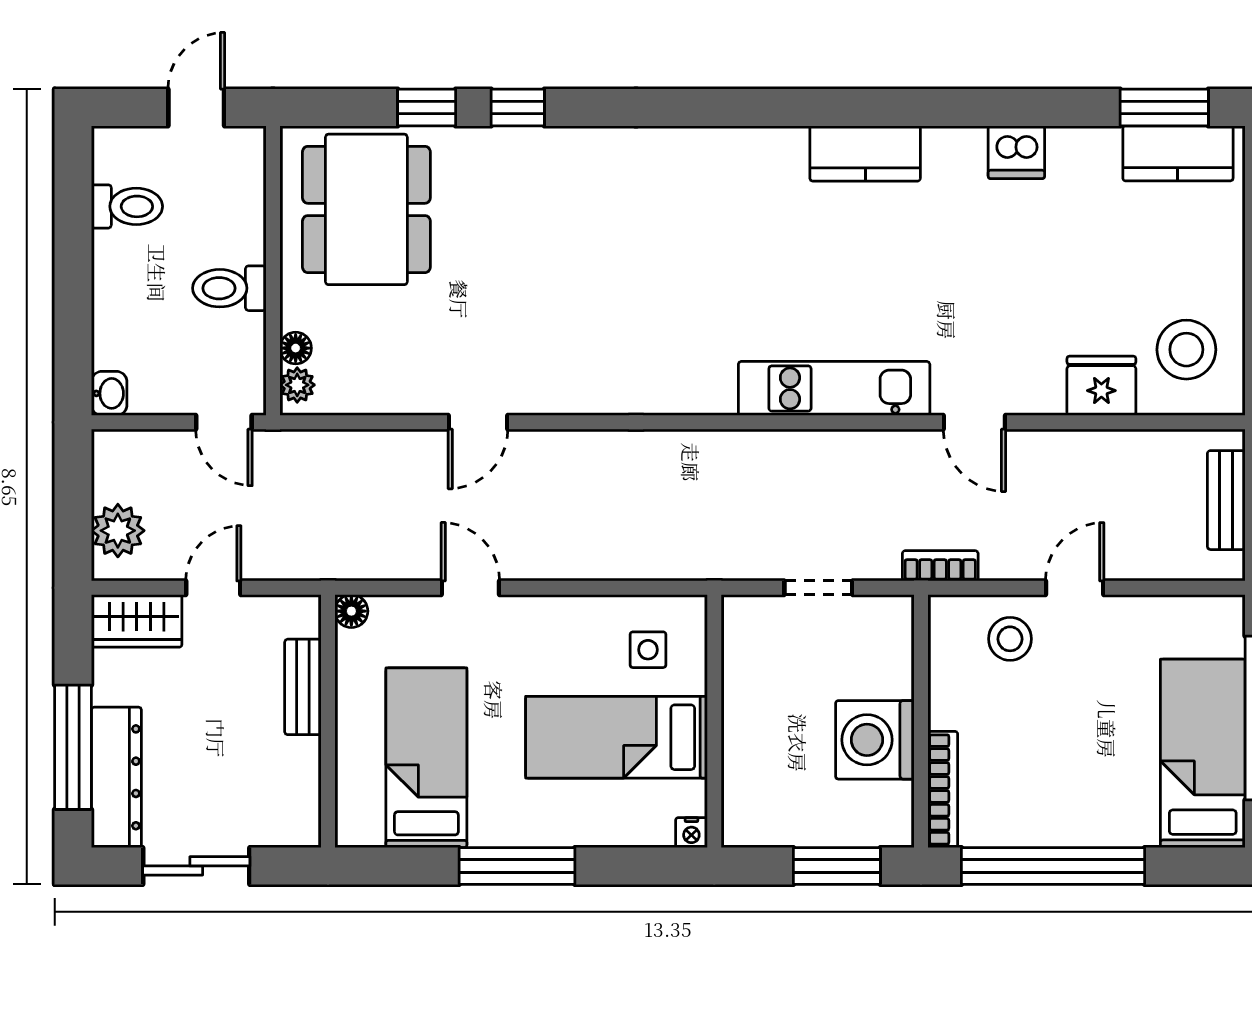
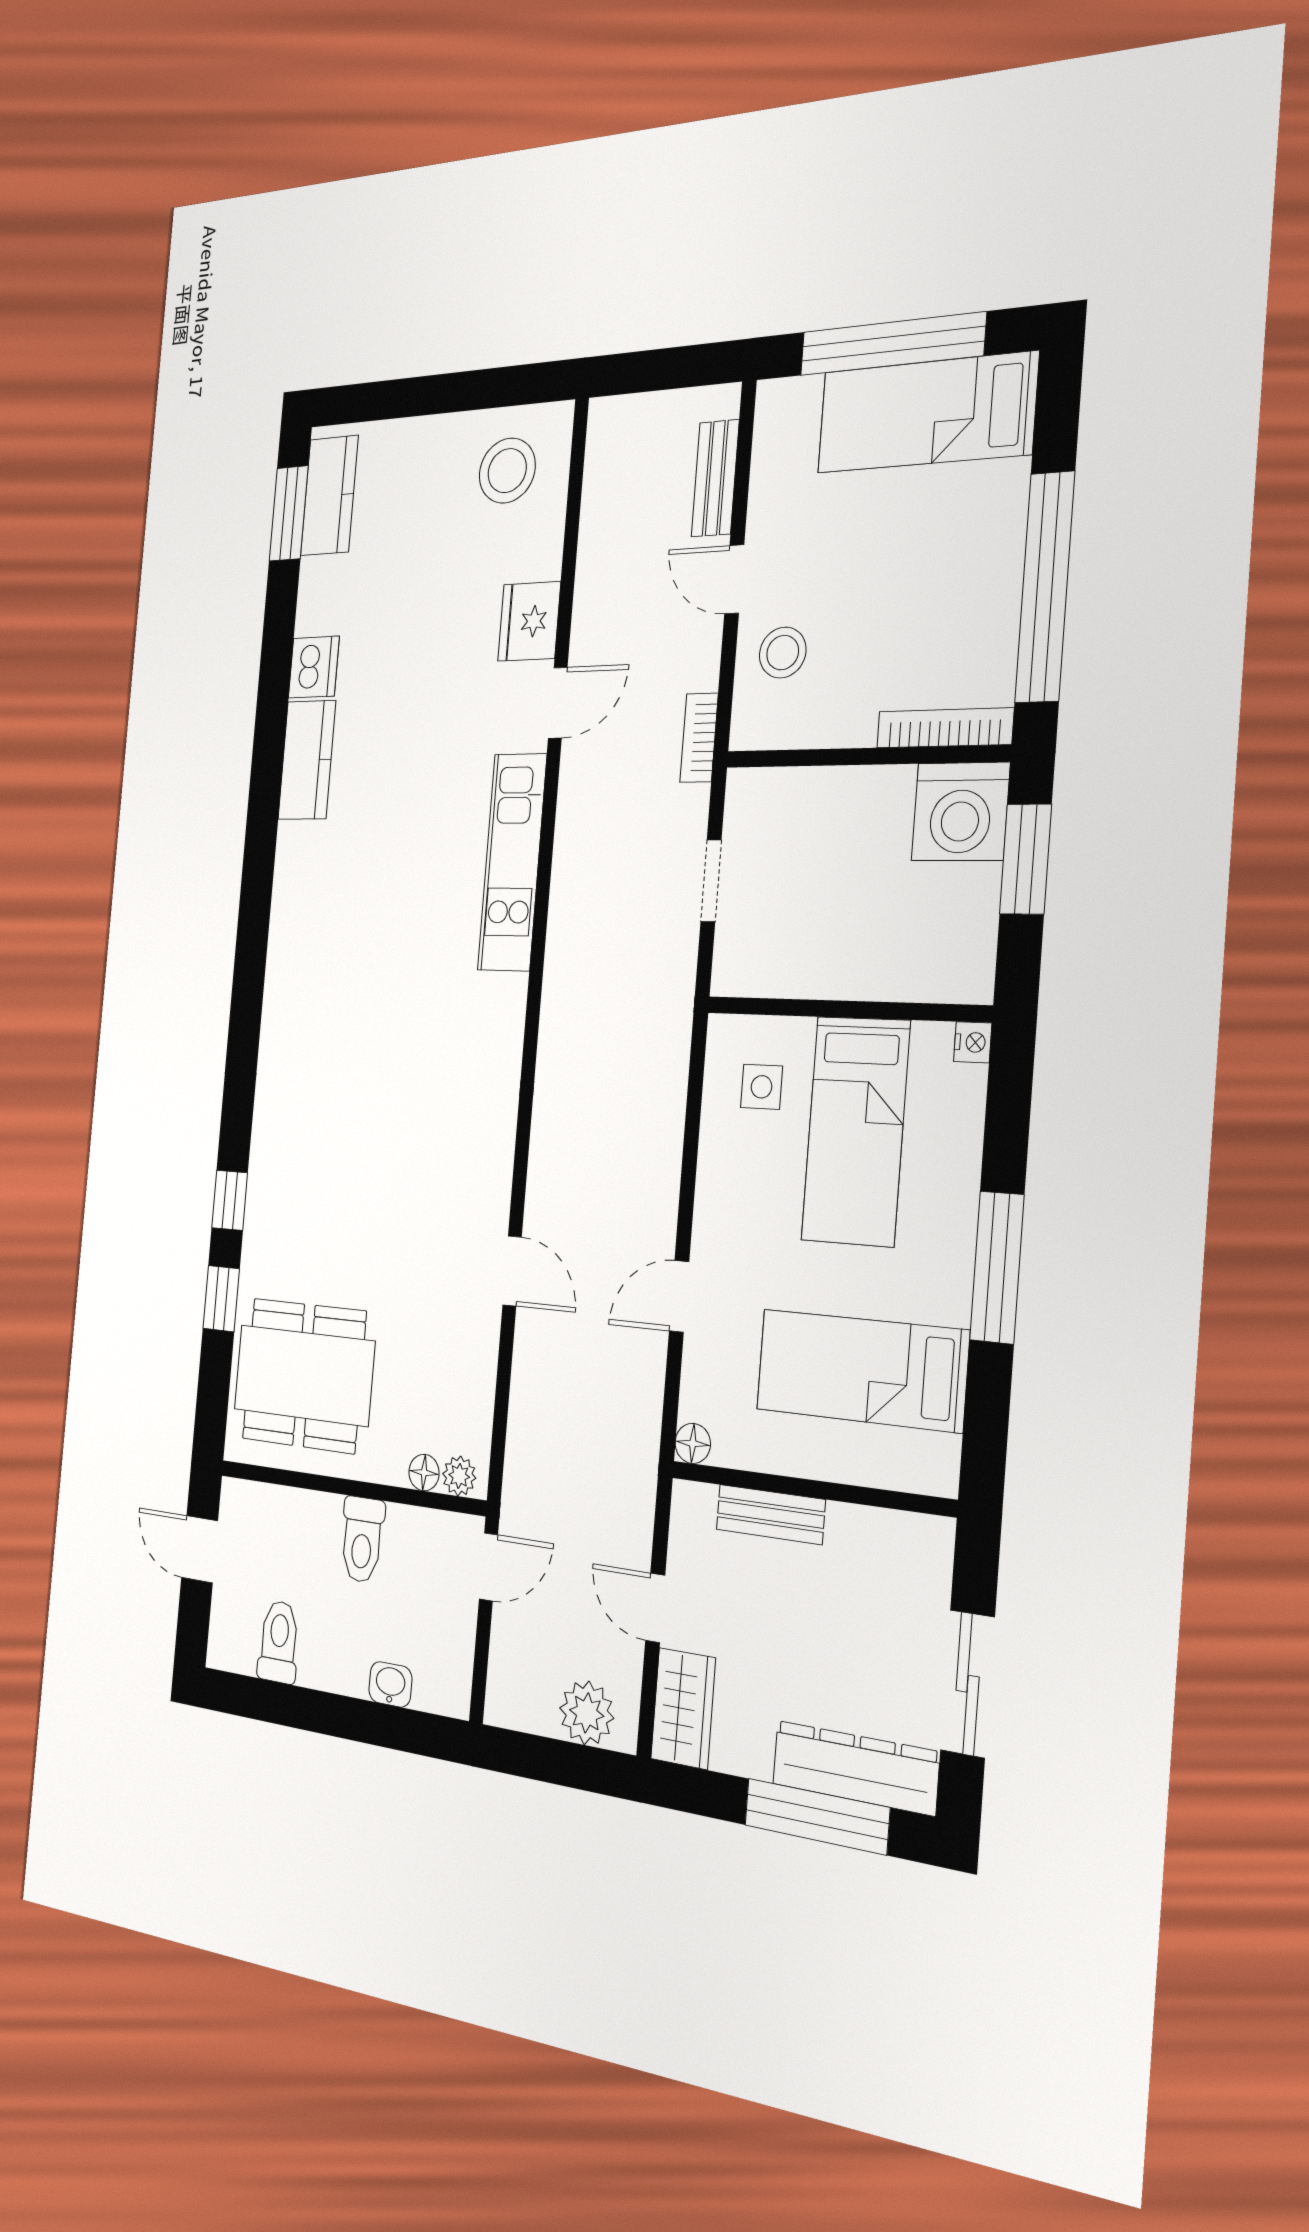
kitchen counter: (865, 153) -> (307, 760), moved
fridge: (1101, 386) -> (529, 621), moved
washbasin: (109, 393) -> (390, 1684), moved
bench: (1226, 500) -> (715, 478), moved, turned 90
washing machine: (875, 740) -> (961, 812), moved

